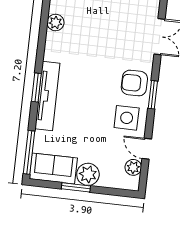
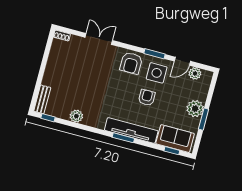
window: (153, 95) -> (155, 54), moved
armchair: (93, 110) -> (147, 98), added
window: (29, 152) -> (172, 151), width x0.46
sofa: (53, 168) -> (175, 139), moved, turned 90

